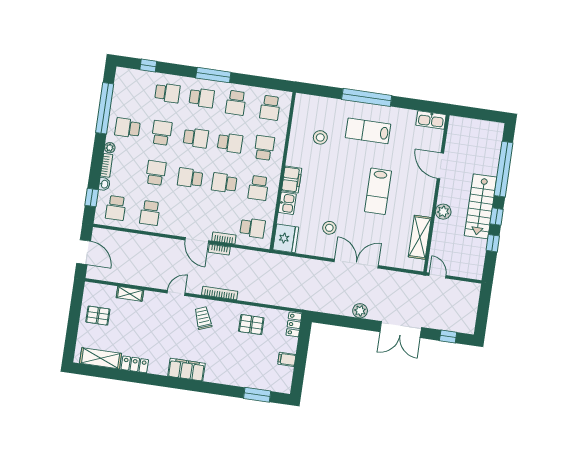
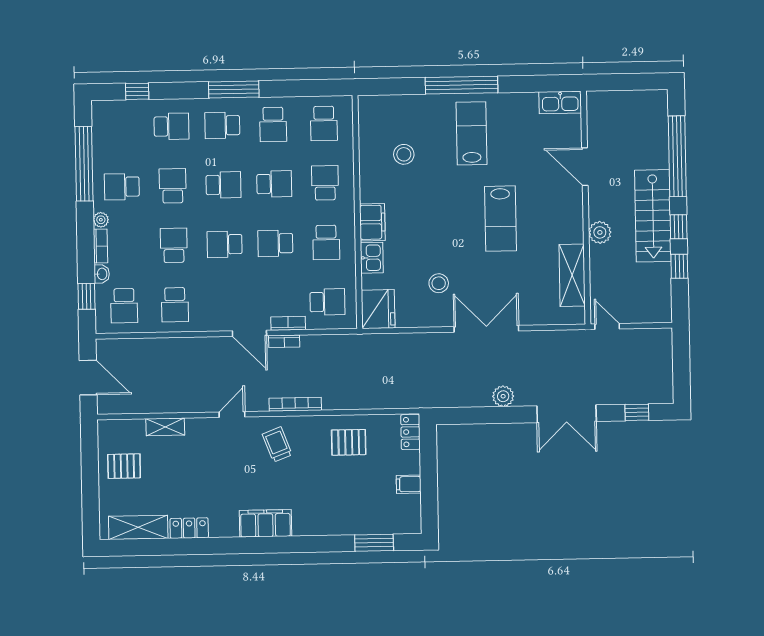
school desk: (202, 98) -> (222, 125), turned 180
lab bench: (368, 131) -> (471, 133), turned 90

